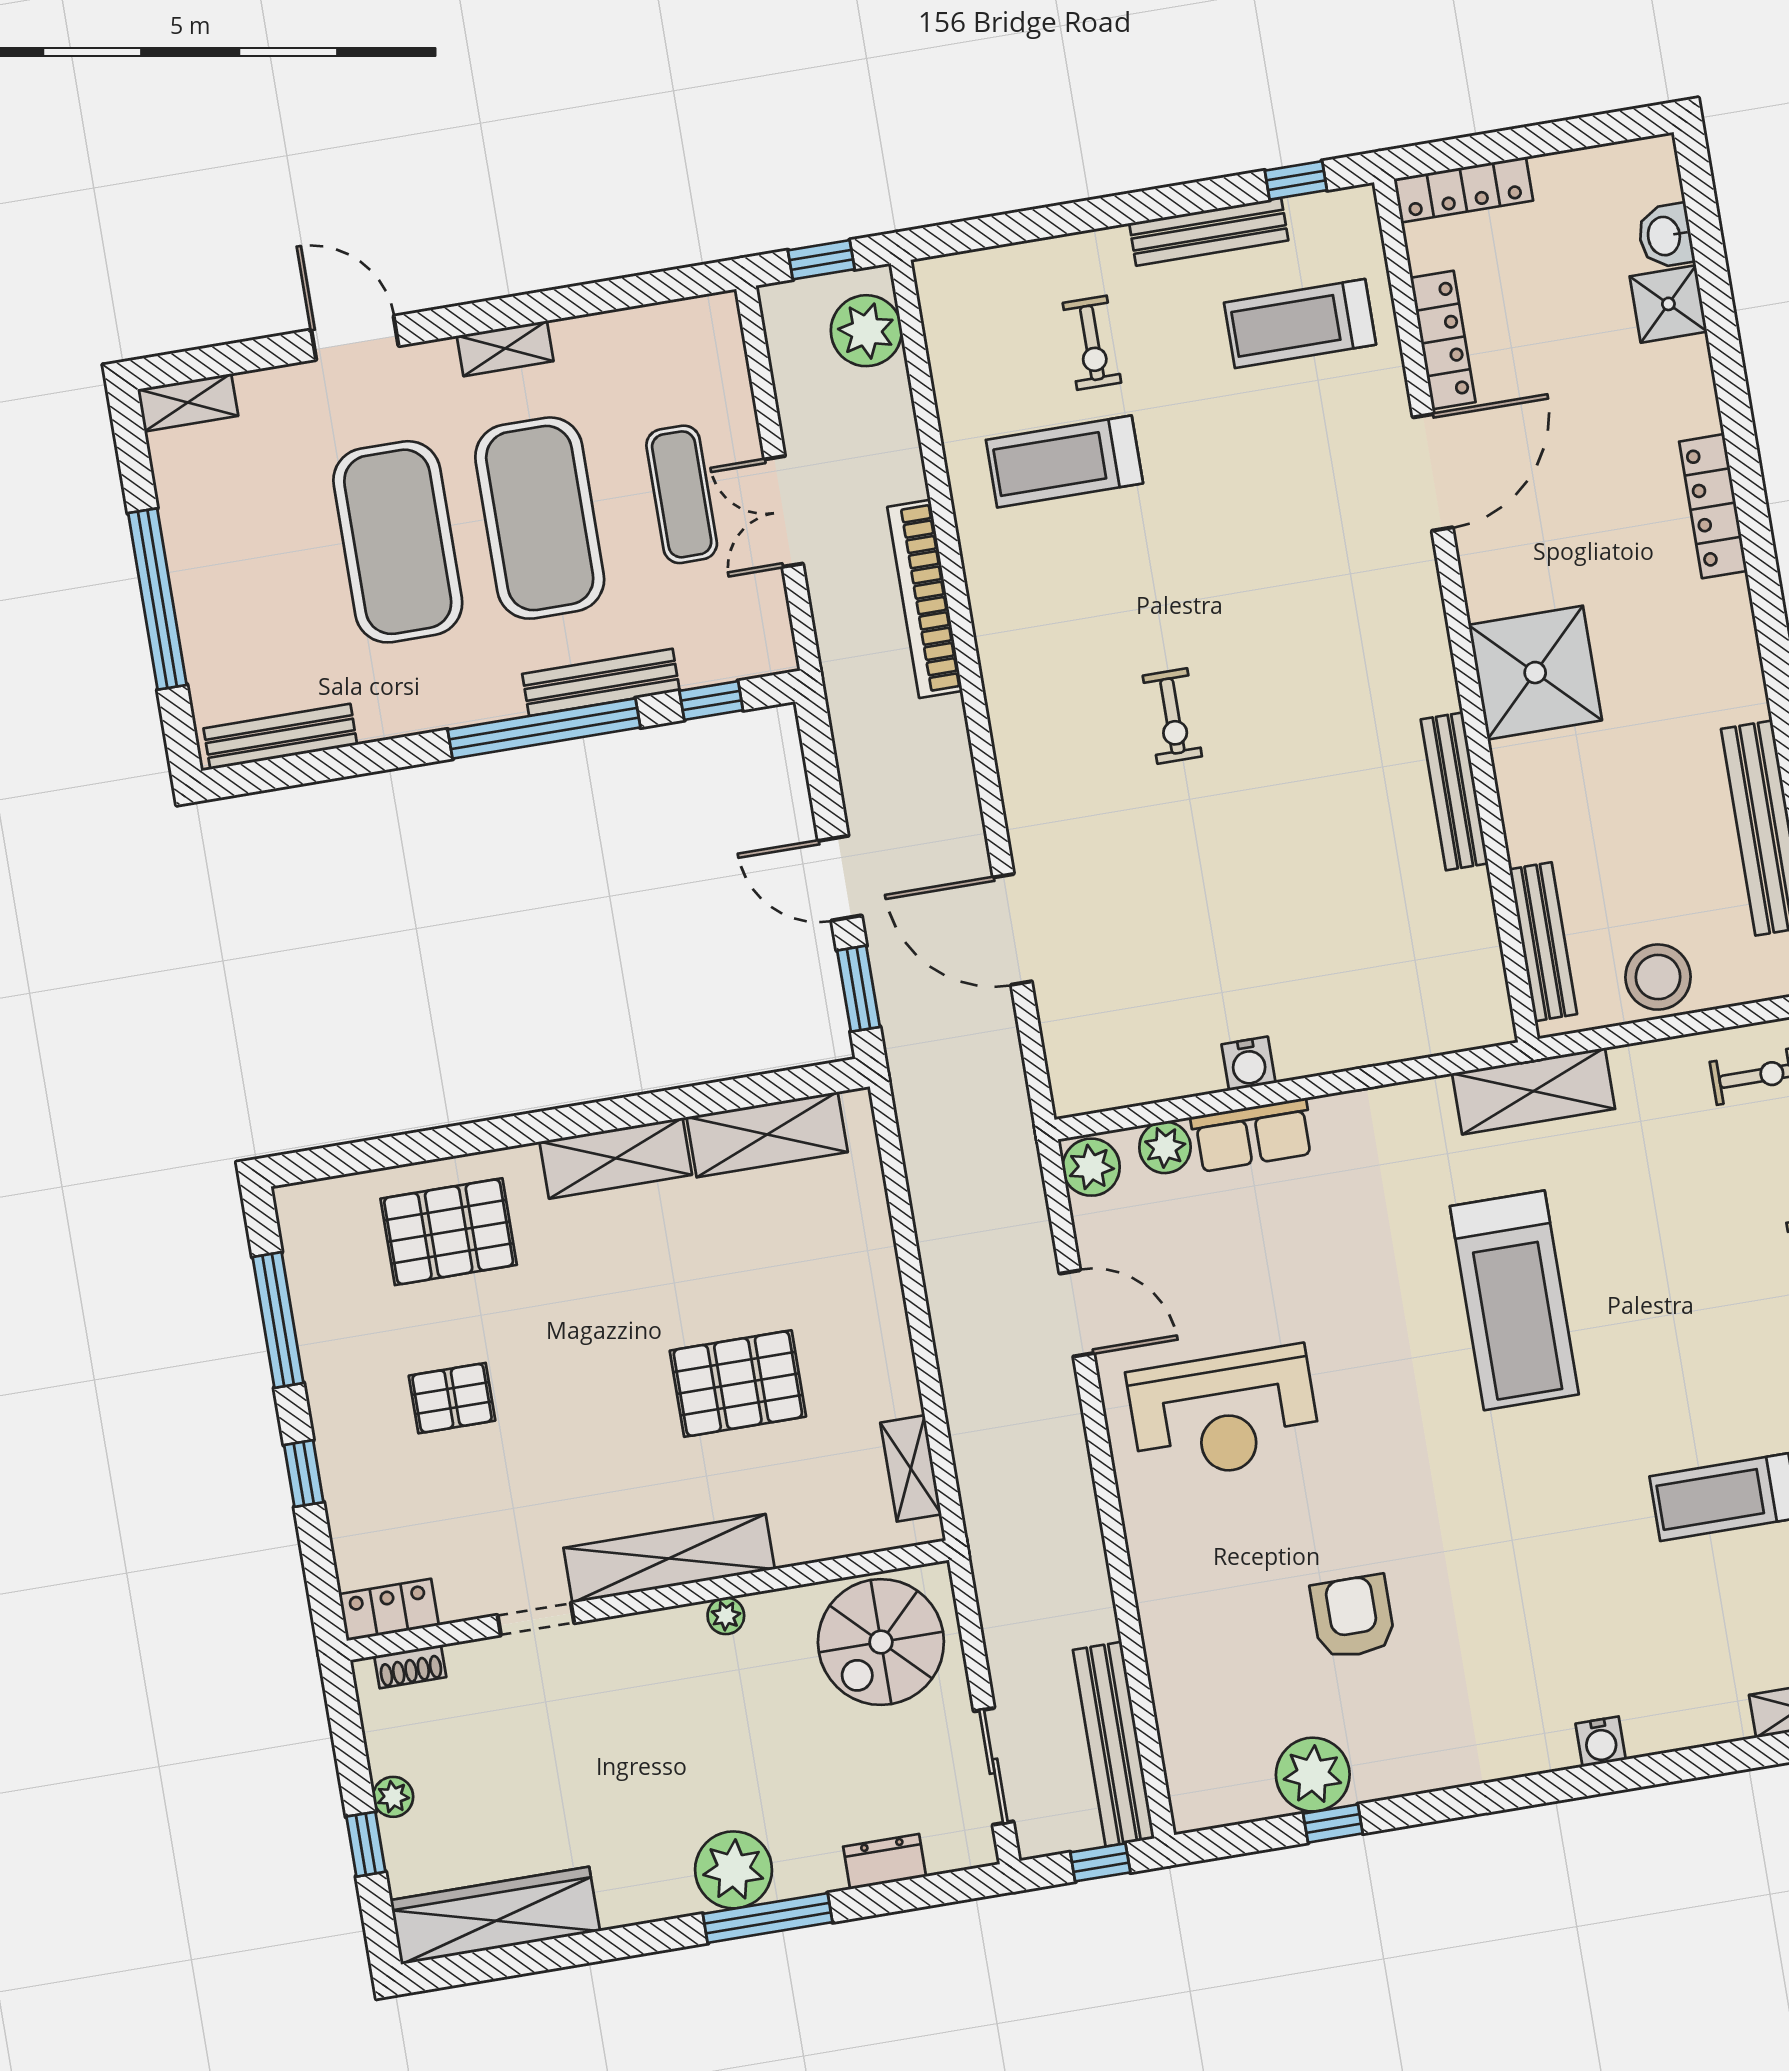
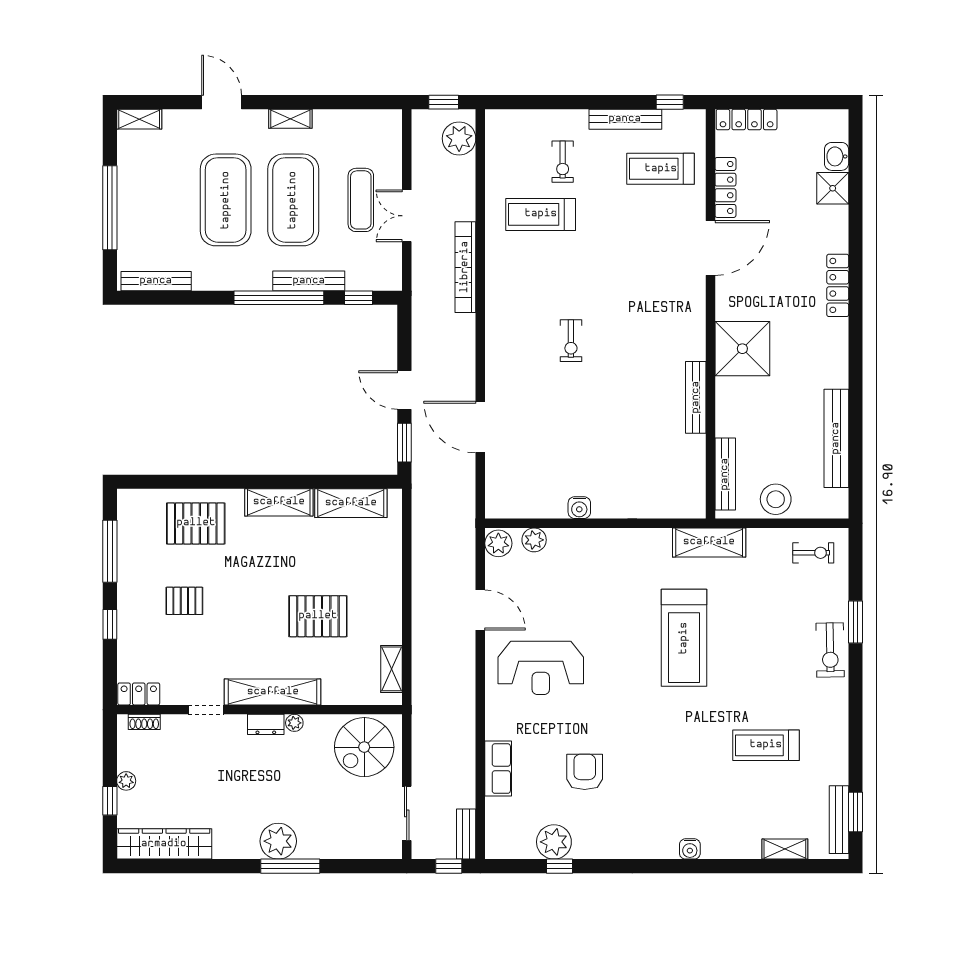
row of seats: (1252, 1135) -> (498, 769), moved, turned -90
bench: (1114, 1744) -> (466, 834), width x0.54, depth x0.82
dresser: (885, 1862) -> (266, 724), moved, turned 180

